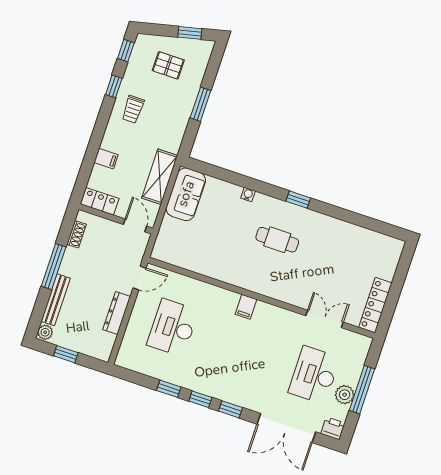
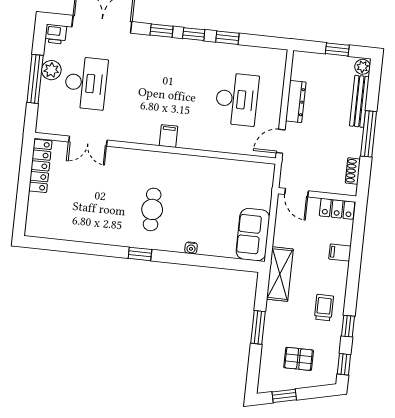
shelving: (160, 177) -> (280, 274), moved
cafe table: (277, 240) -> (152, 209), turned 90

